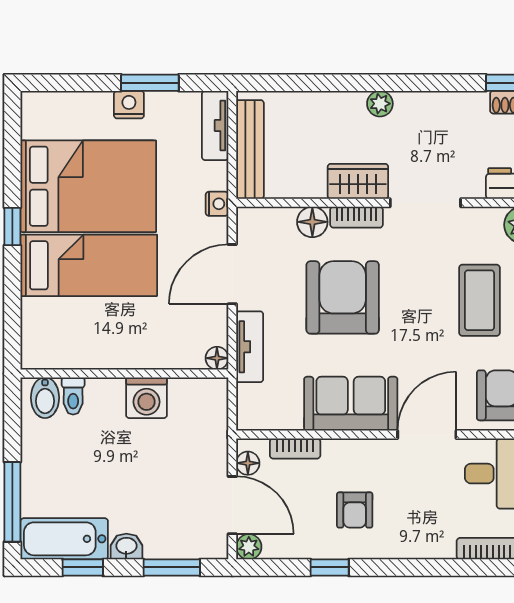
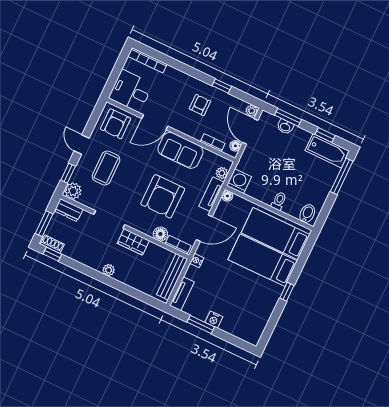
bed: (88, 186) -> (275, 234), moved, width x0.67
bookcase: (357, 217) -> (178, 245), moved
toilet: (73, 396) -> (279, 201), moved
washing machine: (146, 398) -> (239, 181), moved
plant: (249, 398) -> (222, 173), added
washbasin: (126, 547) -> (285, 127), moved

